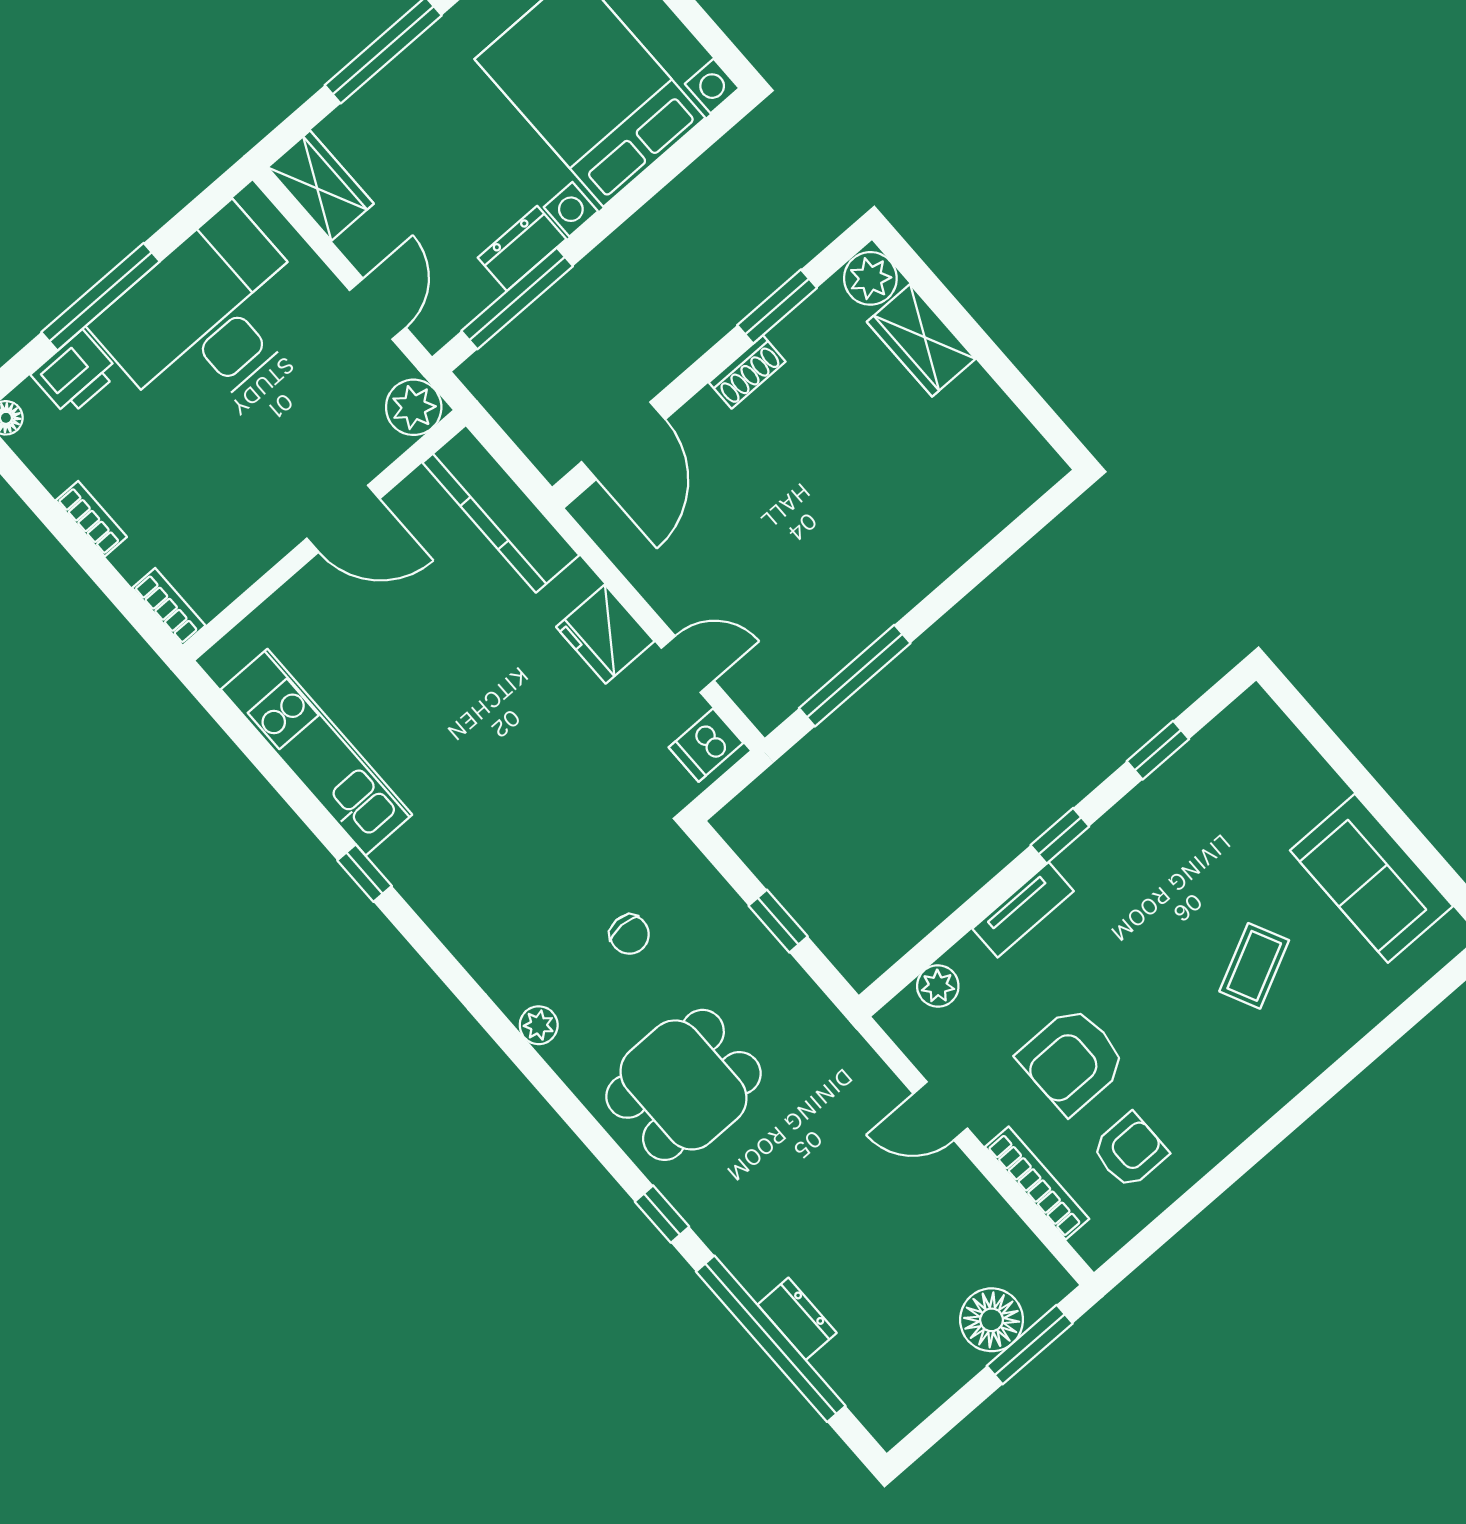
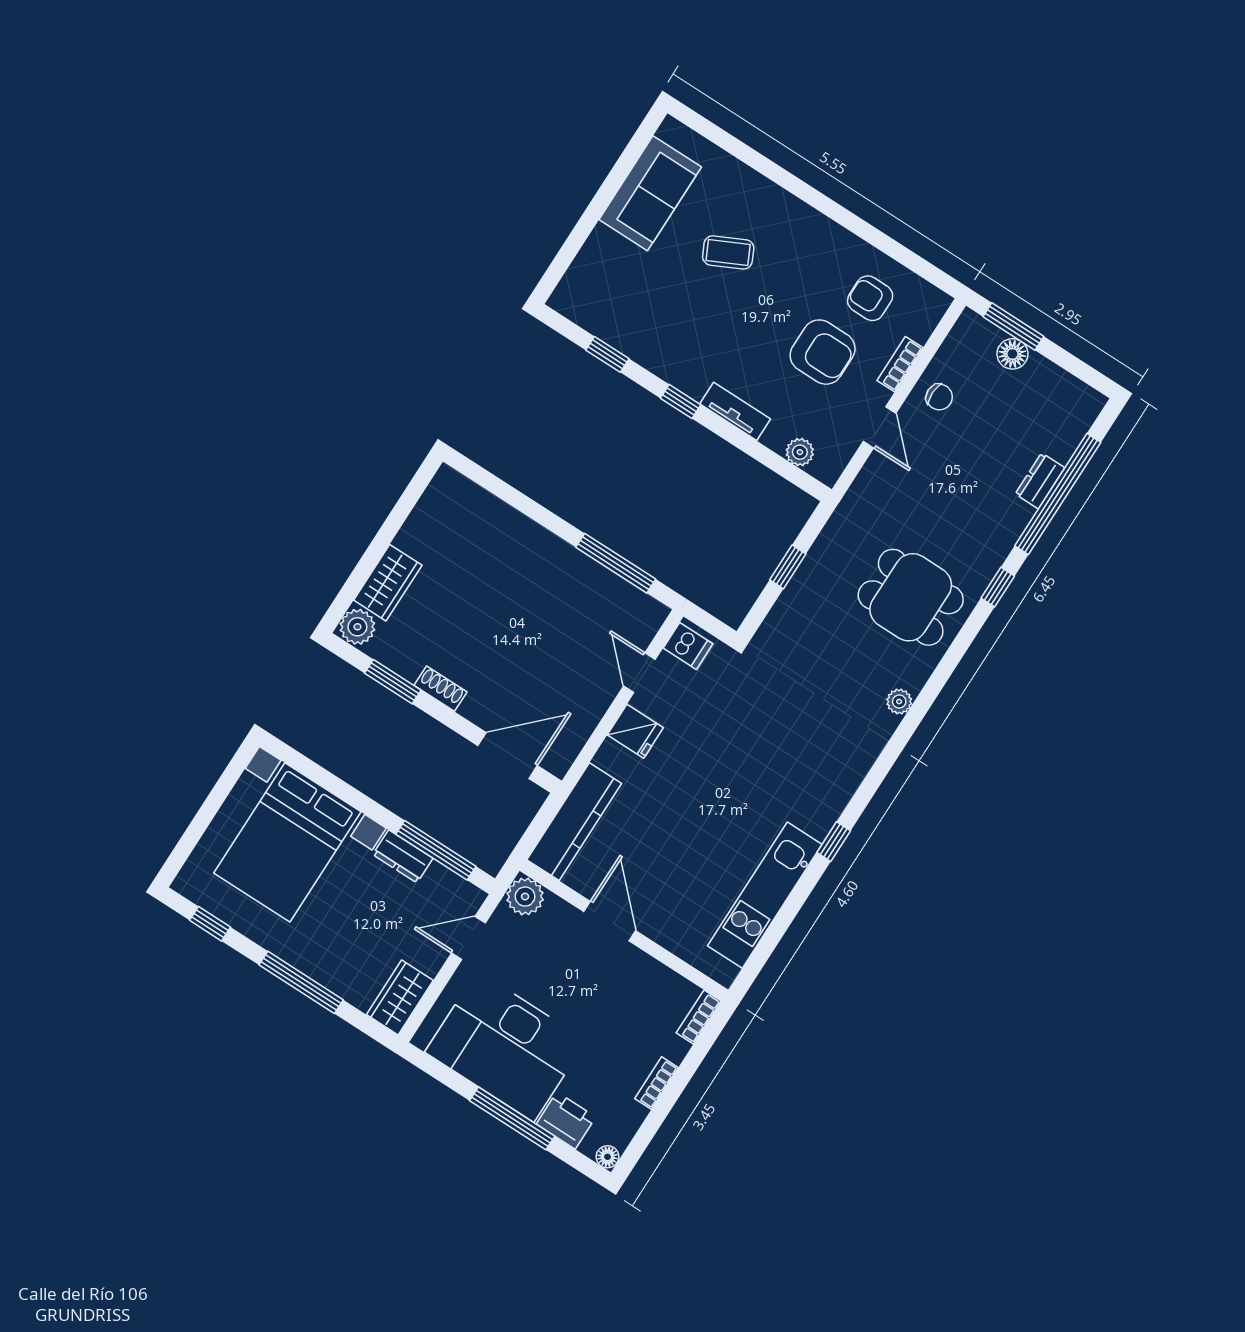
fridge: (605, 634) -> (635, 731), width x0.72
chair: (629, 934) -> (939, 397), moved, turned 90
bookcase: (1037, 1183) -> (900, 364), width x0.64
floor lamp: (992, 1320) -> (1012, 354), width x0.73, depth x0.73

